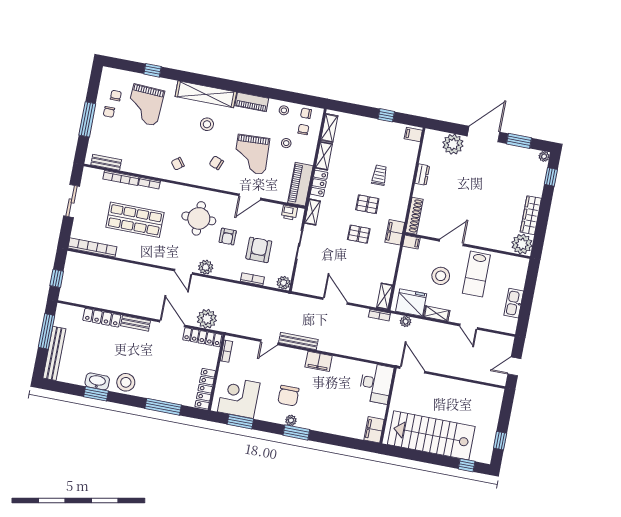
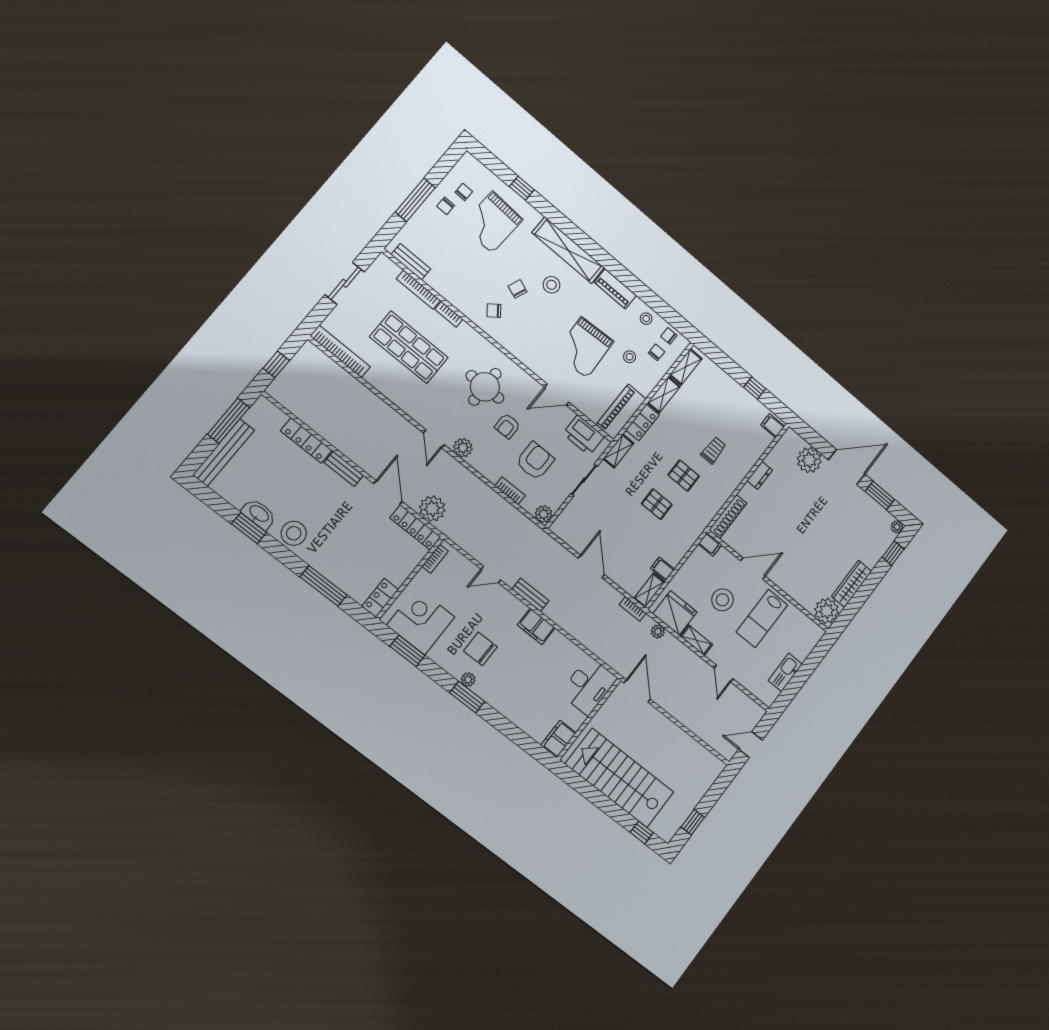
chair: (216, 163) -> (518, 289), moved
printer: (289, 213) -> (583, 435), width x1.87, depth x1.48
filing cabinet: (395, 232) -> (662, 569), moved, width x0.50
bench: (298, 341) -> (530, 595), width x0.73
locker: (205, 389) -> (380, 598), width x0.66
chair: (288, 396) -> (480, 649), turned 90

